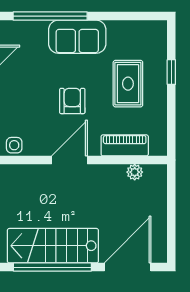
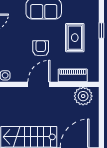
plant: (135, 172) -> (83, 96), width x1.87, depth x1.87

